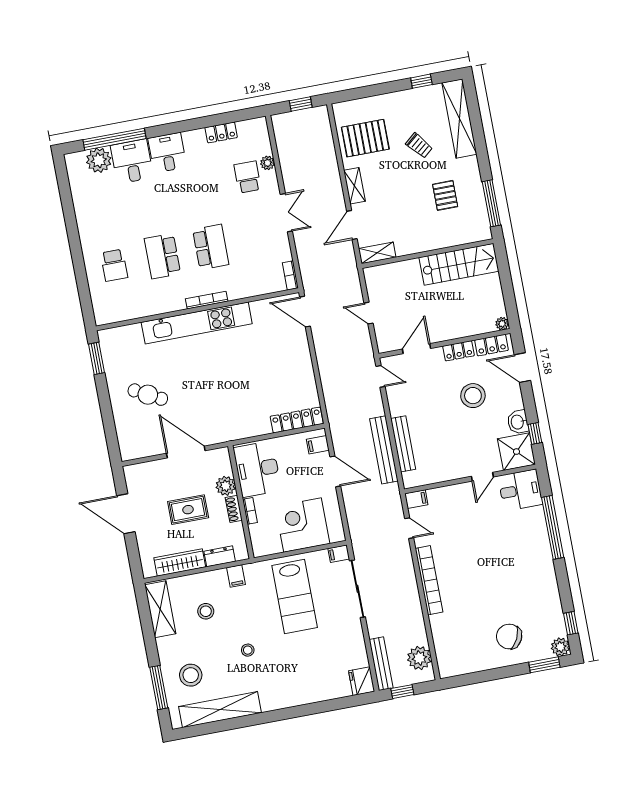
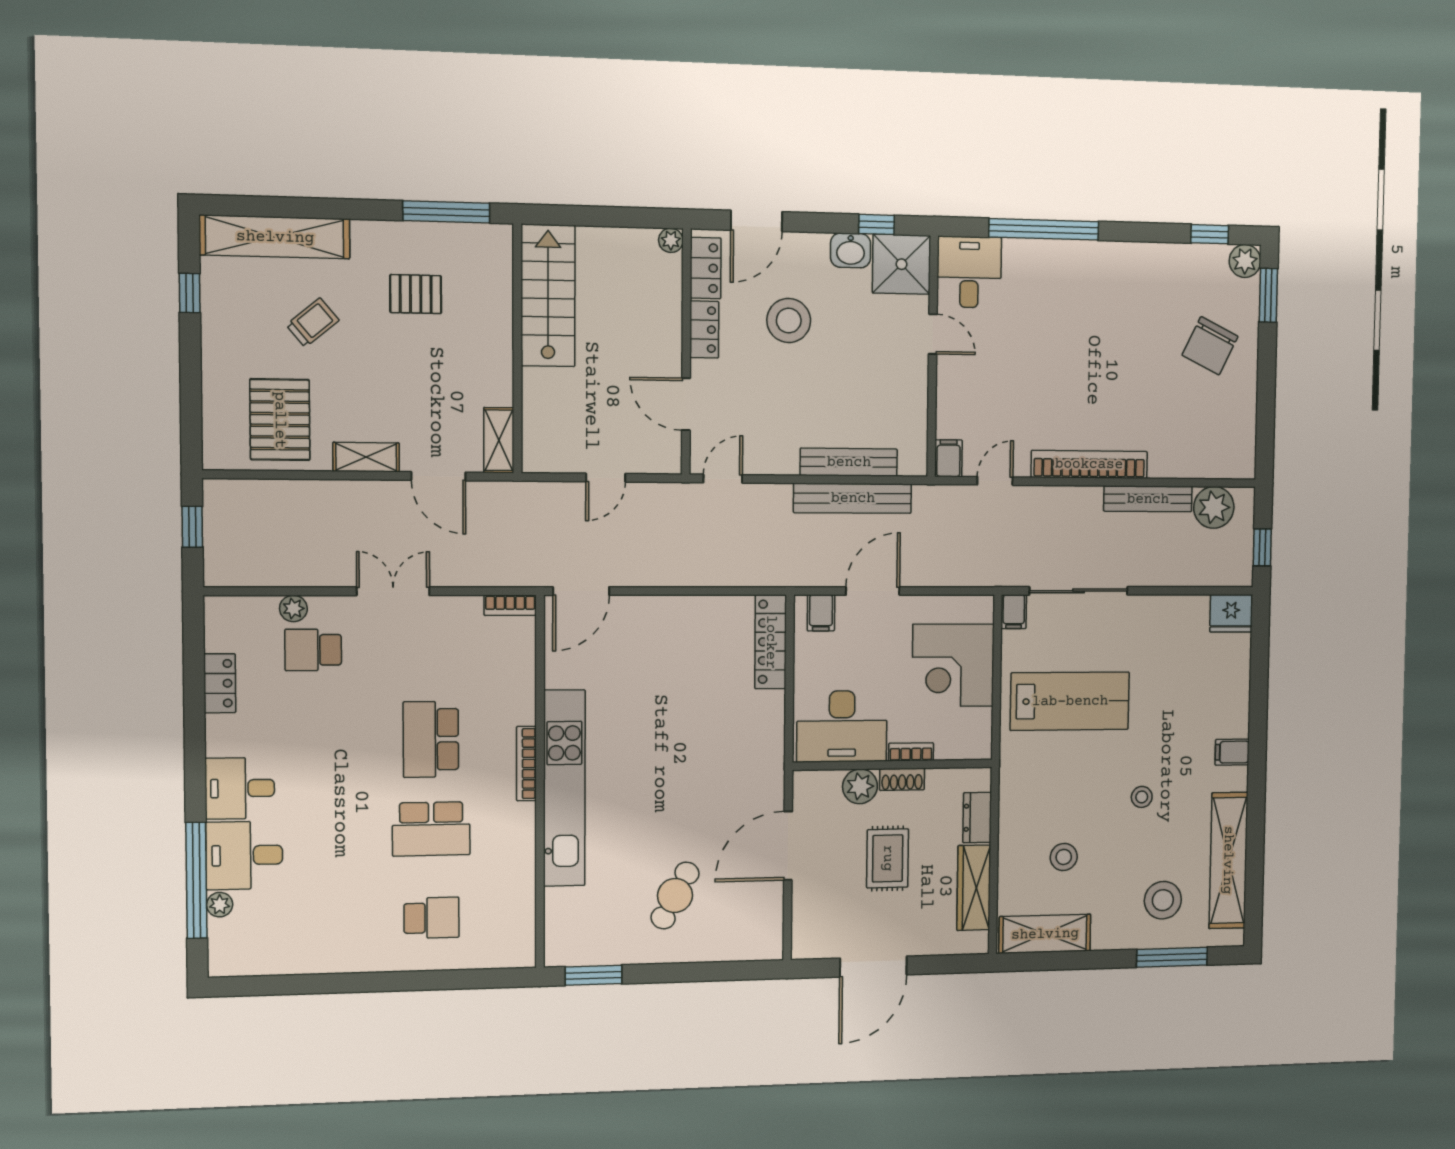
plant: (99, 160) -> (220, 905), width x0.53, depth x0.53
school desk: (211, 247) -> (431, 739), turned -90
filing cabinet: (236, 576) -> (1232, 752), moved, turned 180
bench: (381, 664) -> (1148, 499), moved

